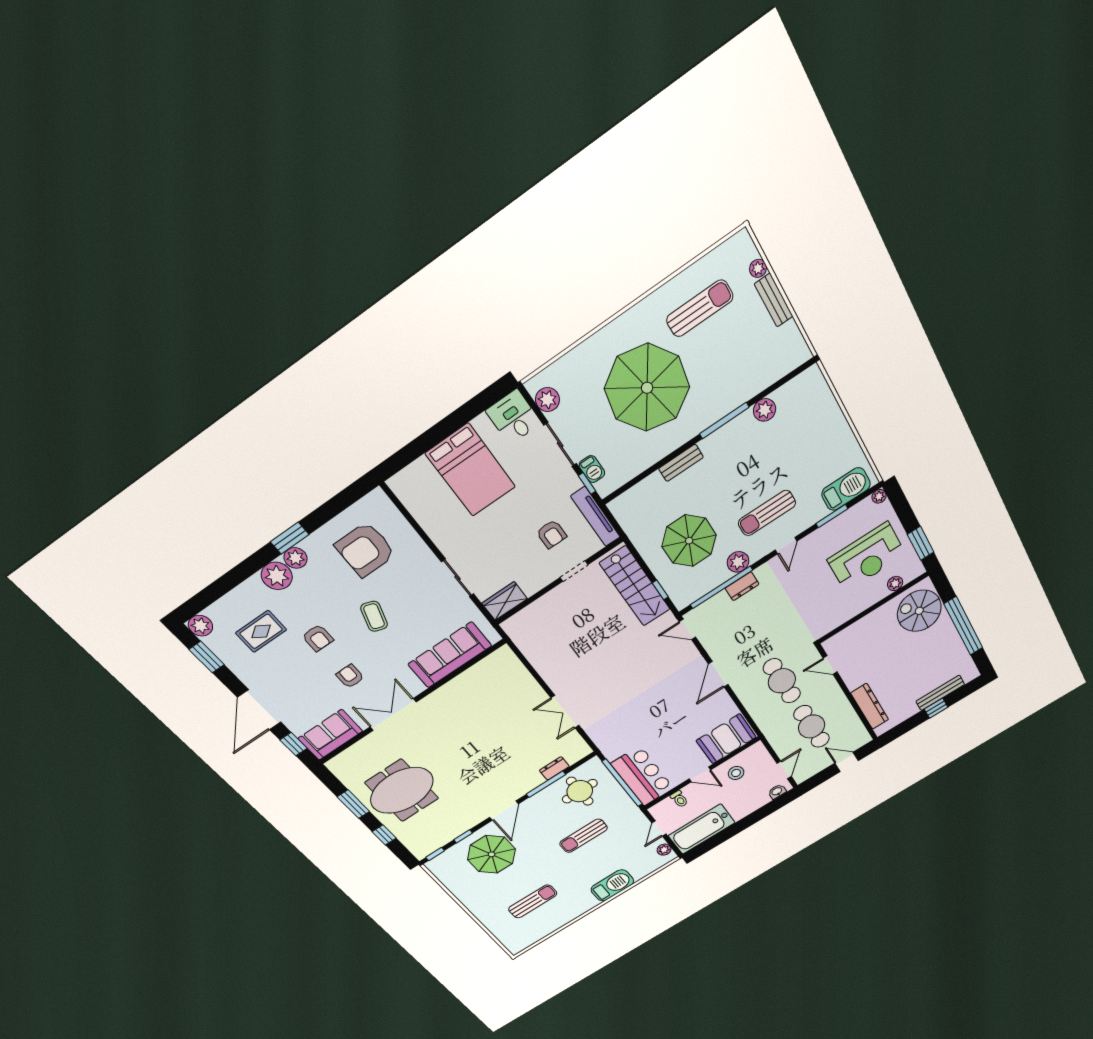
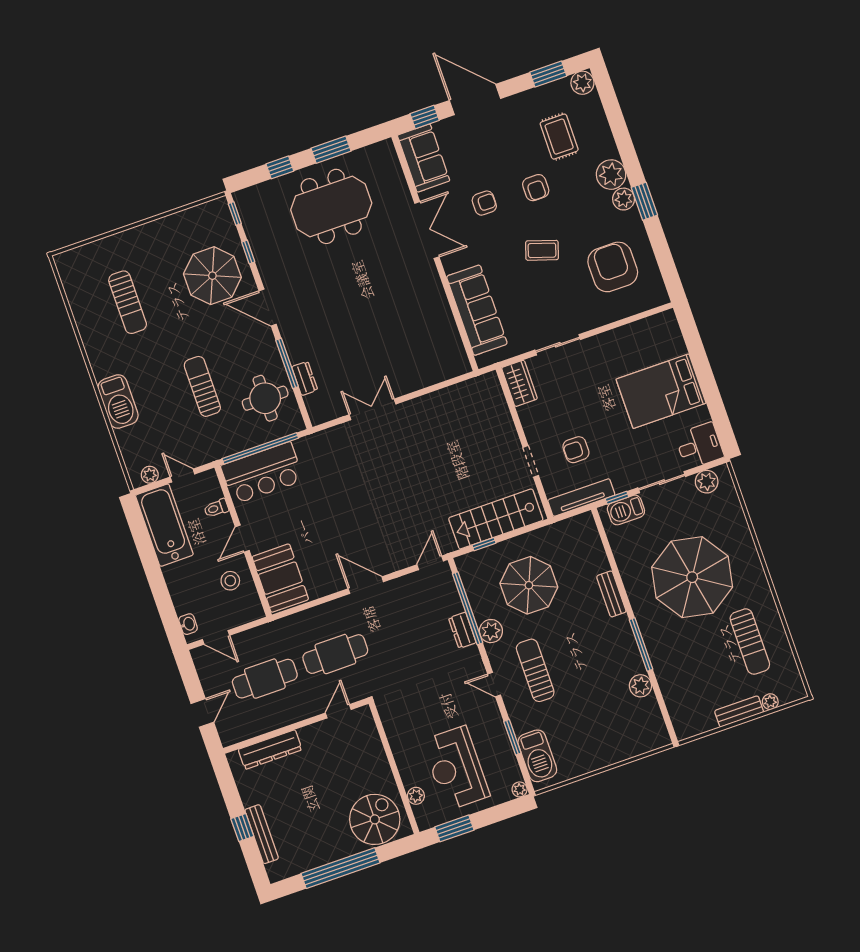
barbecue: (592, 469) -> (626, 510), width x1.38, depth x1.27
armchair: (318, 638) -> (536, 188), turned -90
meeting table: (402, 790) -> (331, 206), turned 90

